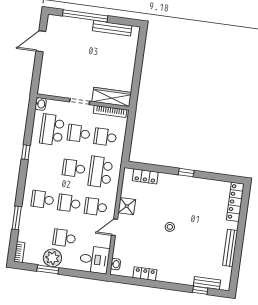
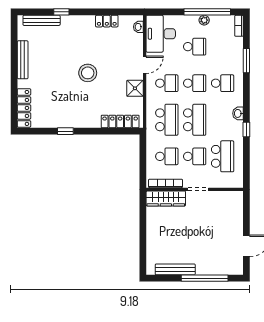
washbasin: (41, 104) -> (238, 113), moved
school desk: (74, 168) -> (195, 120), width x1.85
window: (186, 173) -> (65, 131), moved
locker: (145, 176) -> (120, 121), width x1.53
stool: (170, 227) -> (88, 73), width x1.89, depth x1.89
plant: (52, 258) -> (204, 20), width x0.53, depth x0.53
desk: (94, 260) -> (161, 34), width x1.37
window: (48, 269) -> (207, 12), width x2.11
bench: (207, 283) -> (42, 20), width x1.36
window: (200, 290) -> (61, 12), moved

